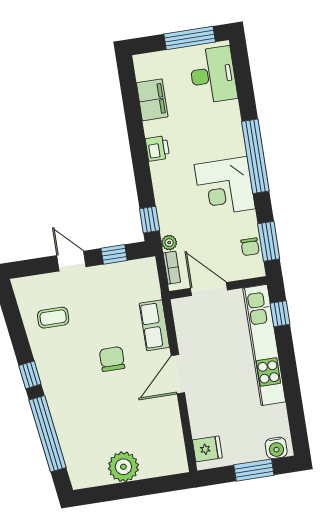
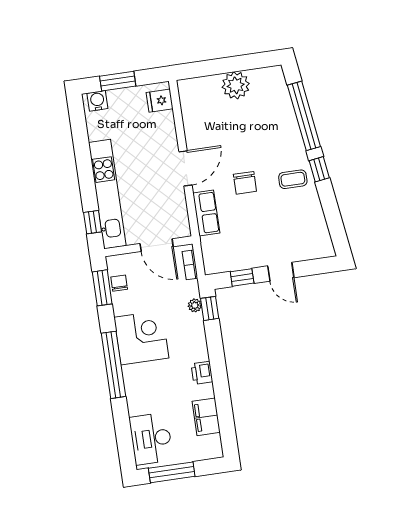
plant: (169, 243) -> (195, 305), moved
coffee table: (53, 318) -> (293, 179), moved

